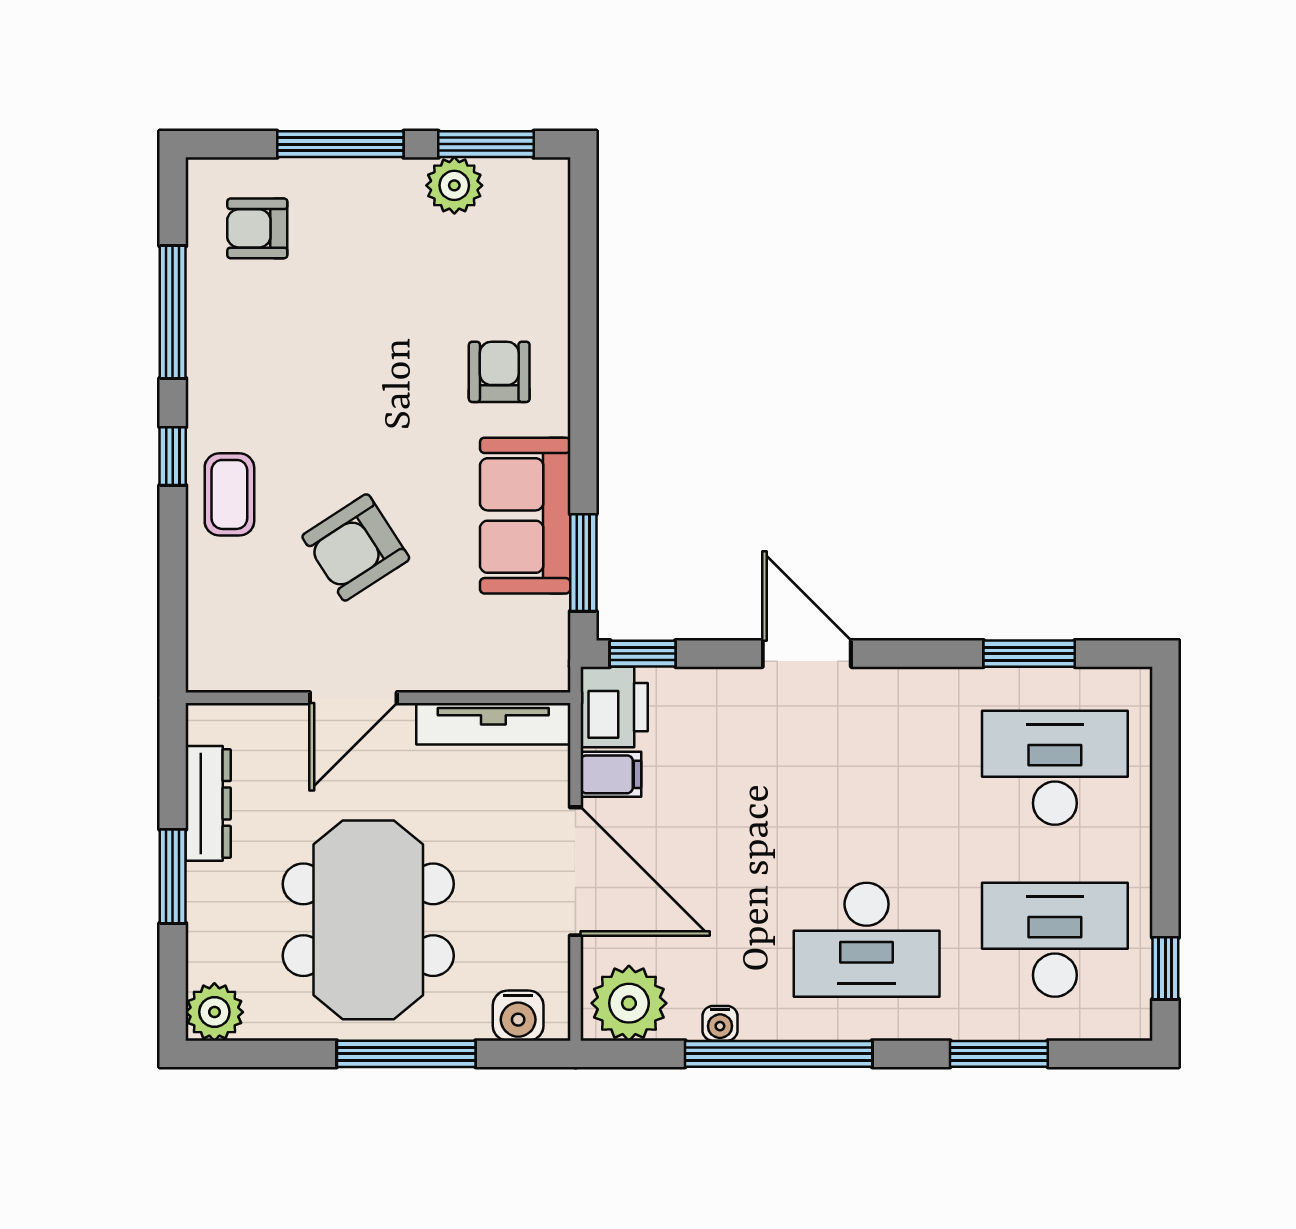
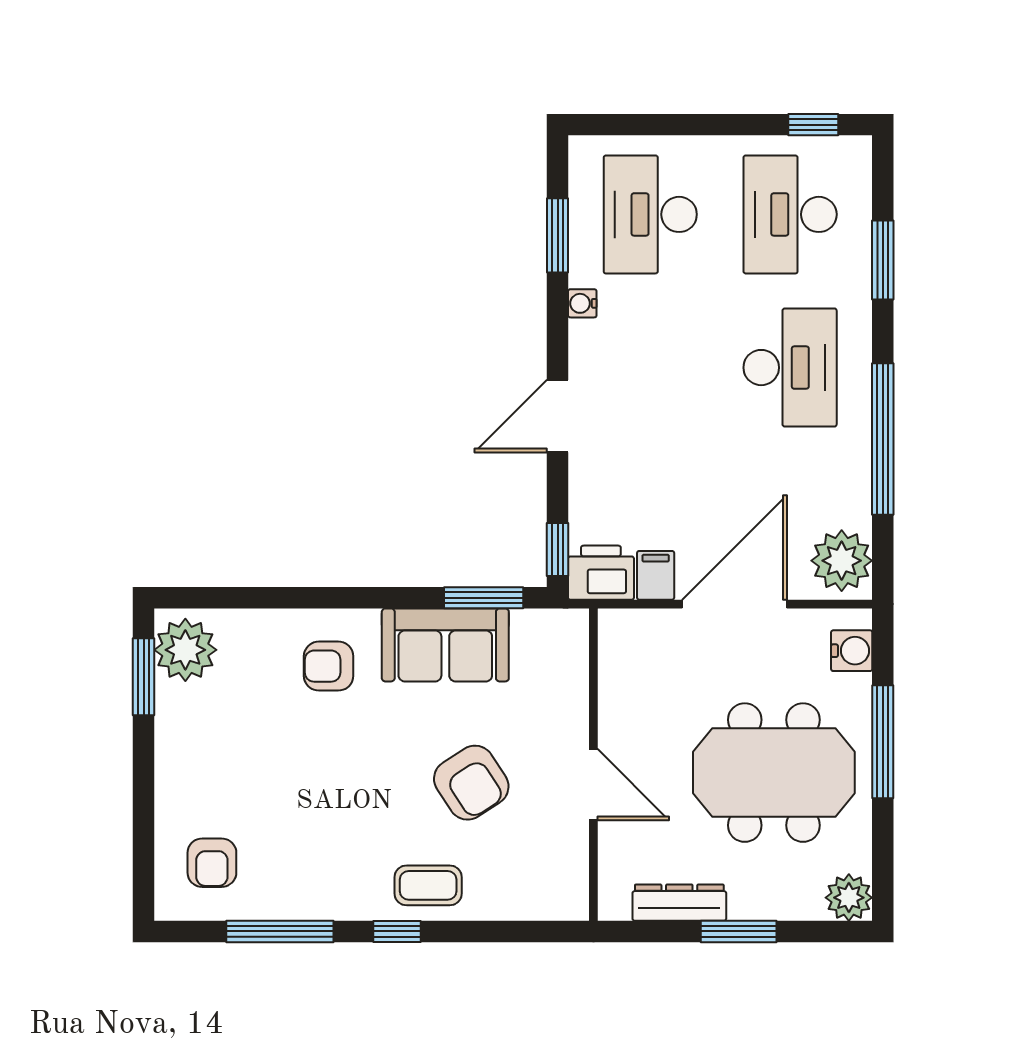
window: (340, 144) -> (144, 795), removed
plant: (454, 185) -> (185, 650), moved, width x1.36, depth x1.36
tv unit: (493, 724) -> (615, 671), removed
water cooler: (720, 1023) -> (582, 303), moved, turned 180

